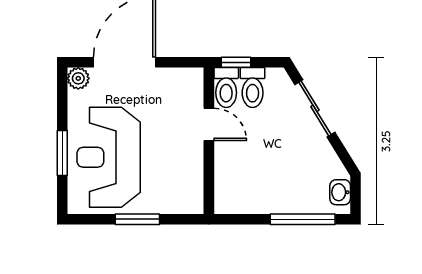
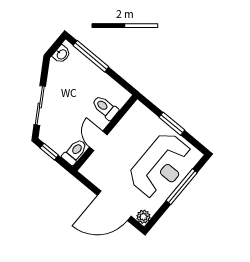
window: (236, 62) -> (49, 152), moved
toilet: (253, 88) -> (105, 108), moved, turned -90
window: (62, 153) -> (182, 187), width x1.44

